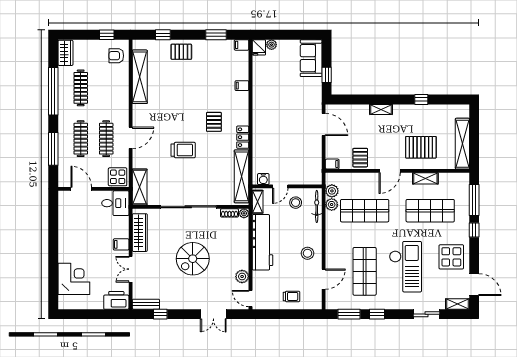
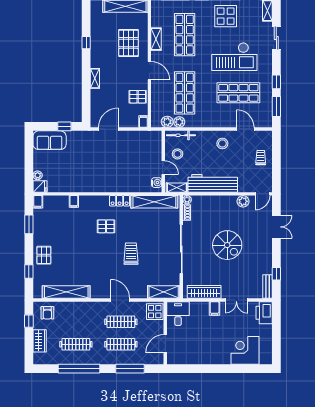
wardrobe: (65, 53) -> (40, 341), moved, turned 90
checkout: (405, 267) -> (234, 57), turned 180

